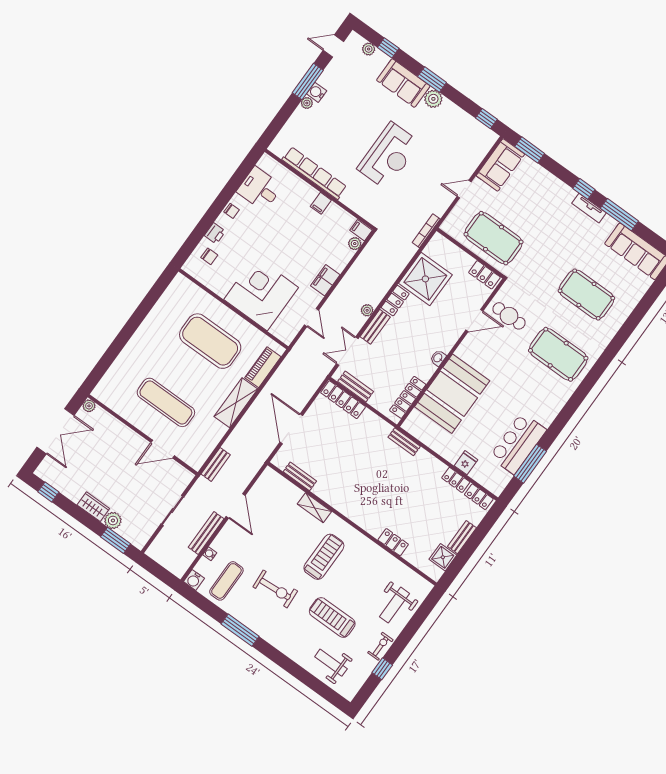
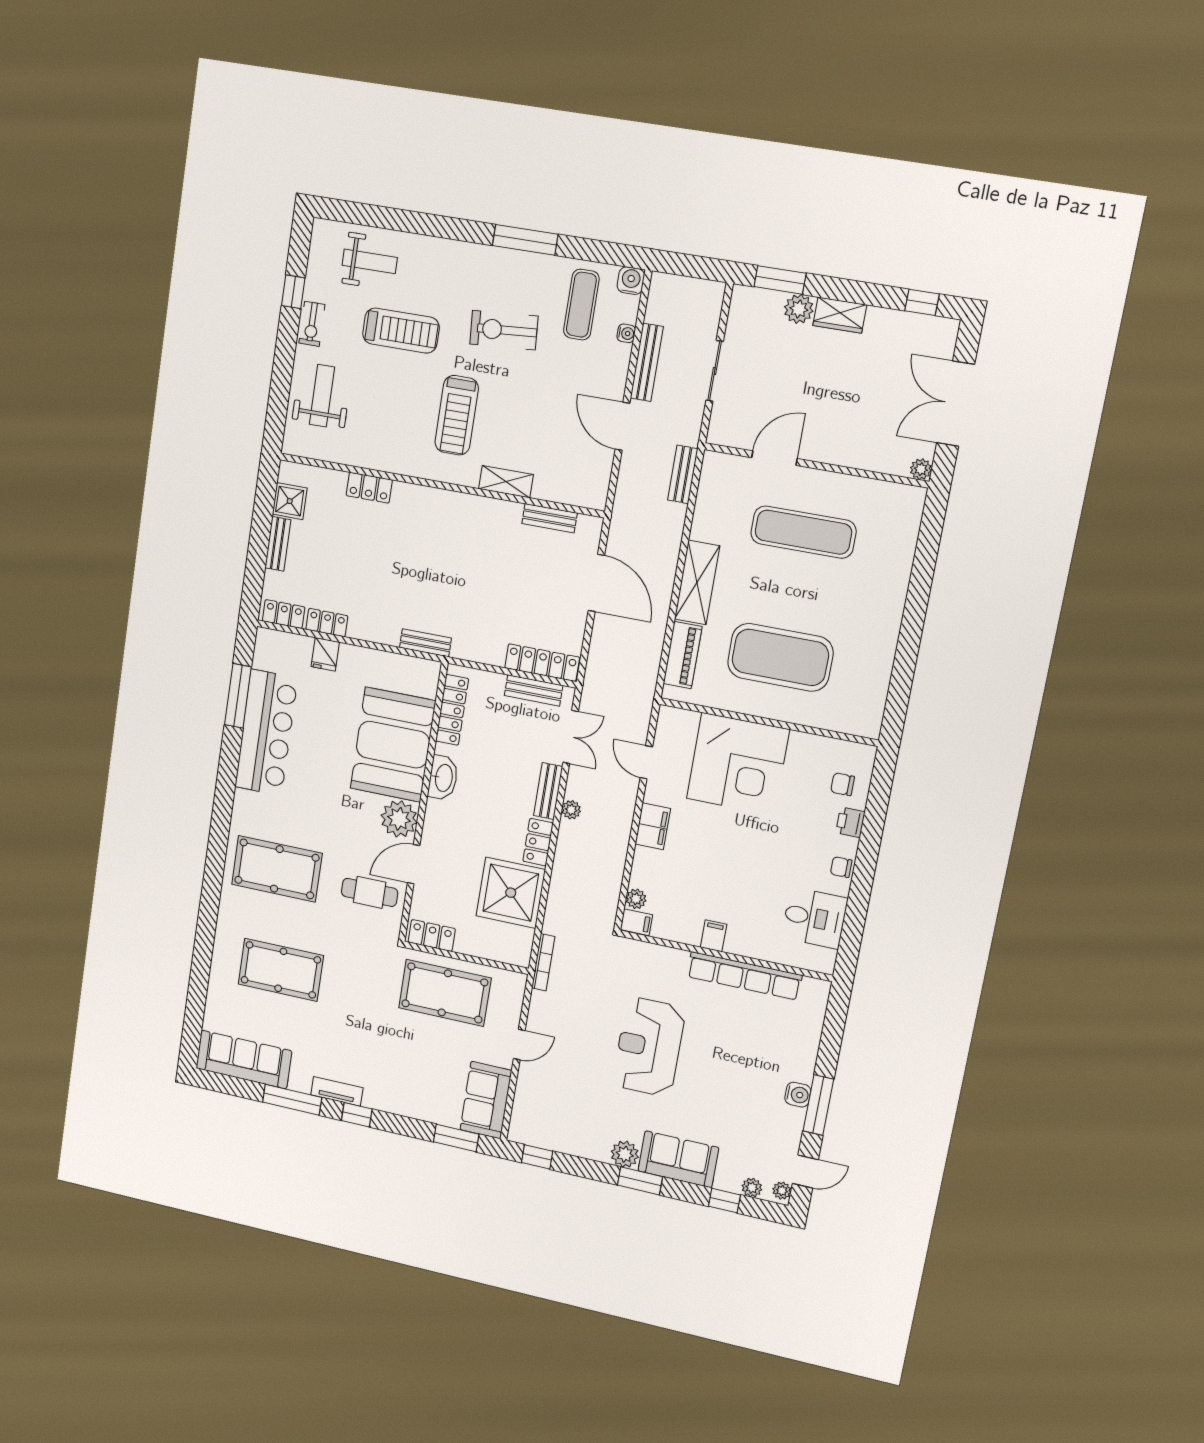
plant: (307, 103) -> (782, 1191), moved
plant: (470, 350) -> (399, 819), added
washbasin: (438, 358) -> (443, 778), width x1.91, depth x1.45
bar counter: (518, 443) -> (266, 733), width x1.36

